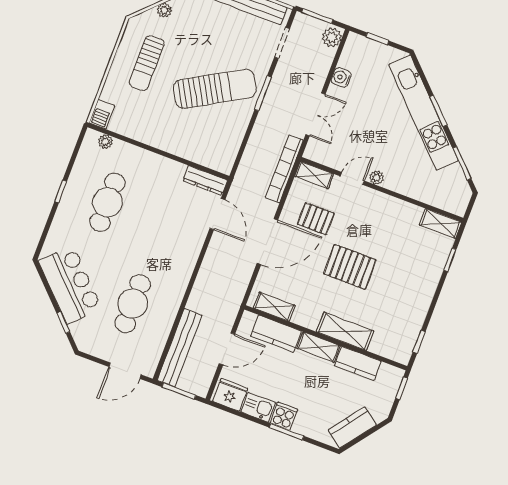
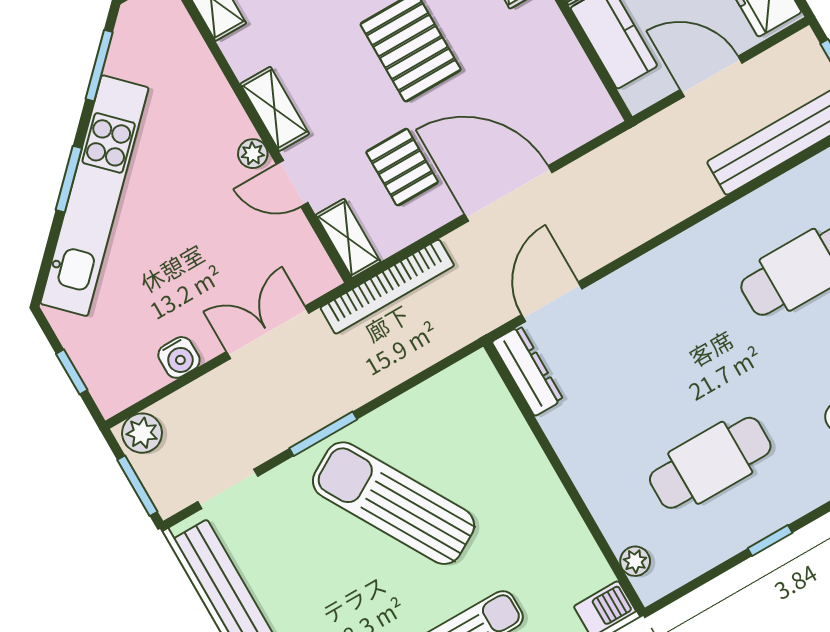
shelving: (274, 307) -> (275, 109), moved

